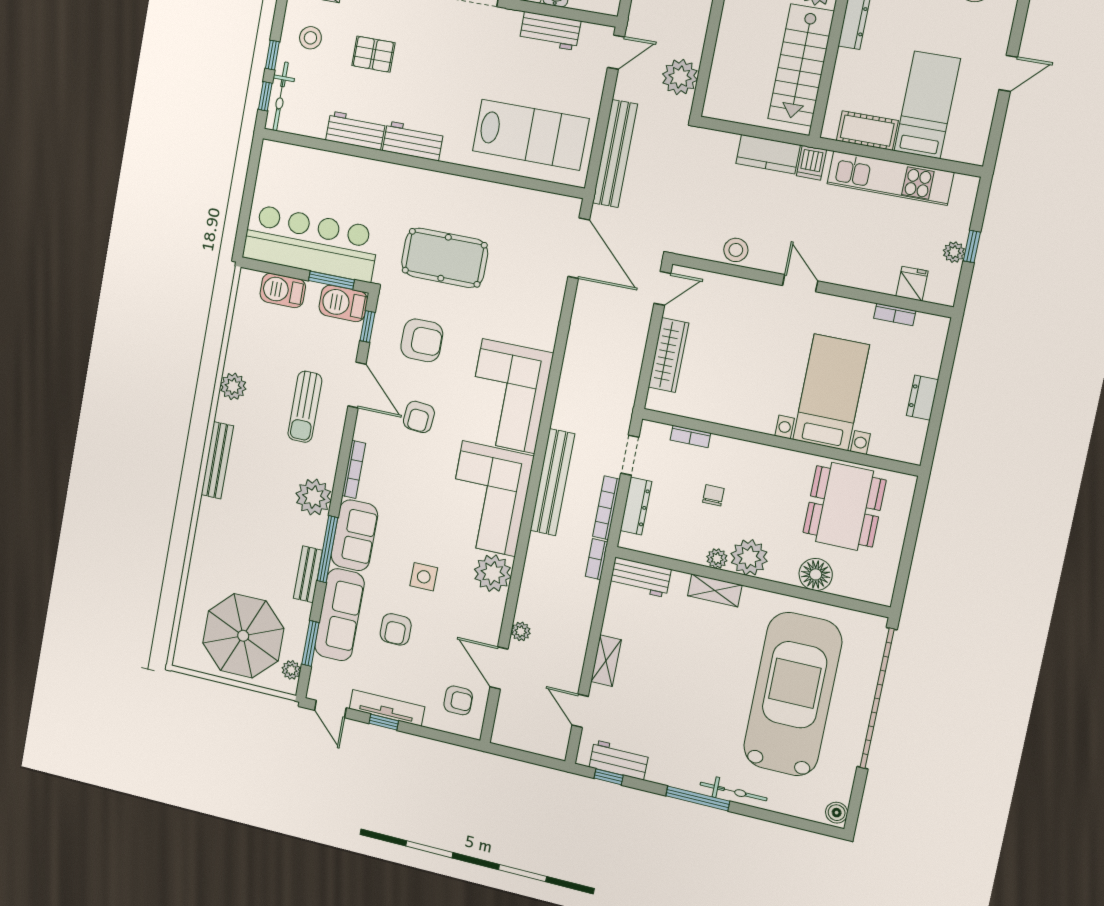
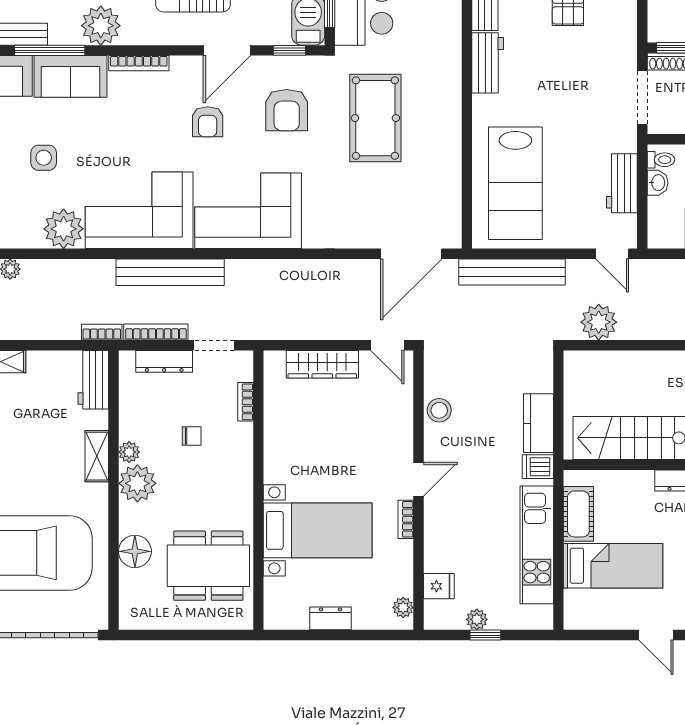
bookcase: (895, 314) -> (406, 519), moved
plant: (926, 323) -> (403, 607), added
armchair: (419, 417) -> (208, 122), turned -95

